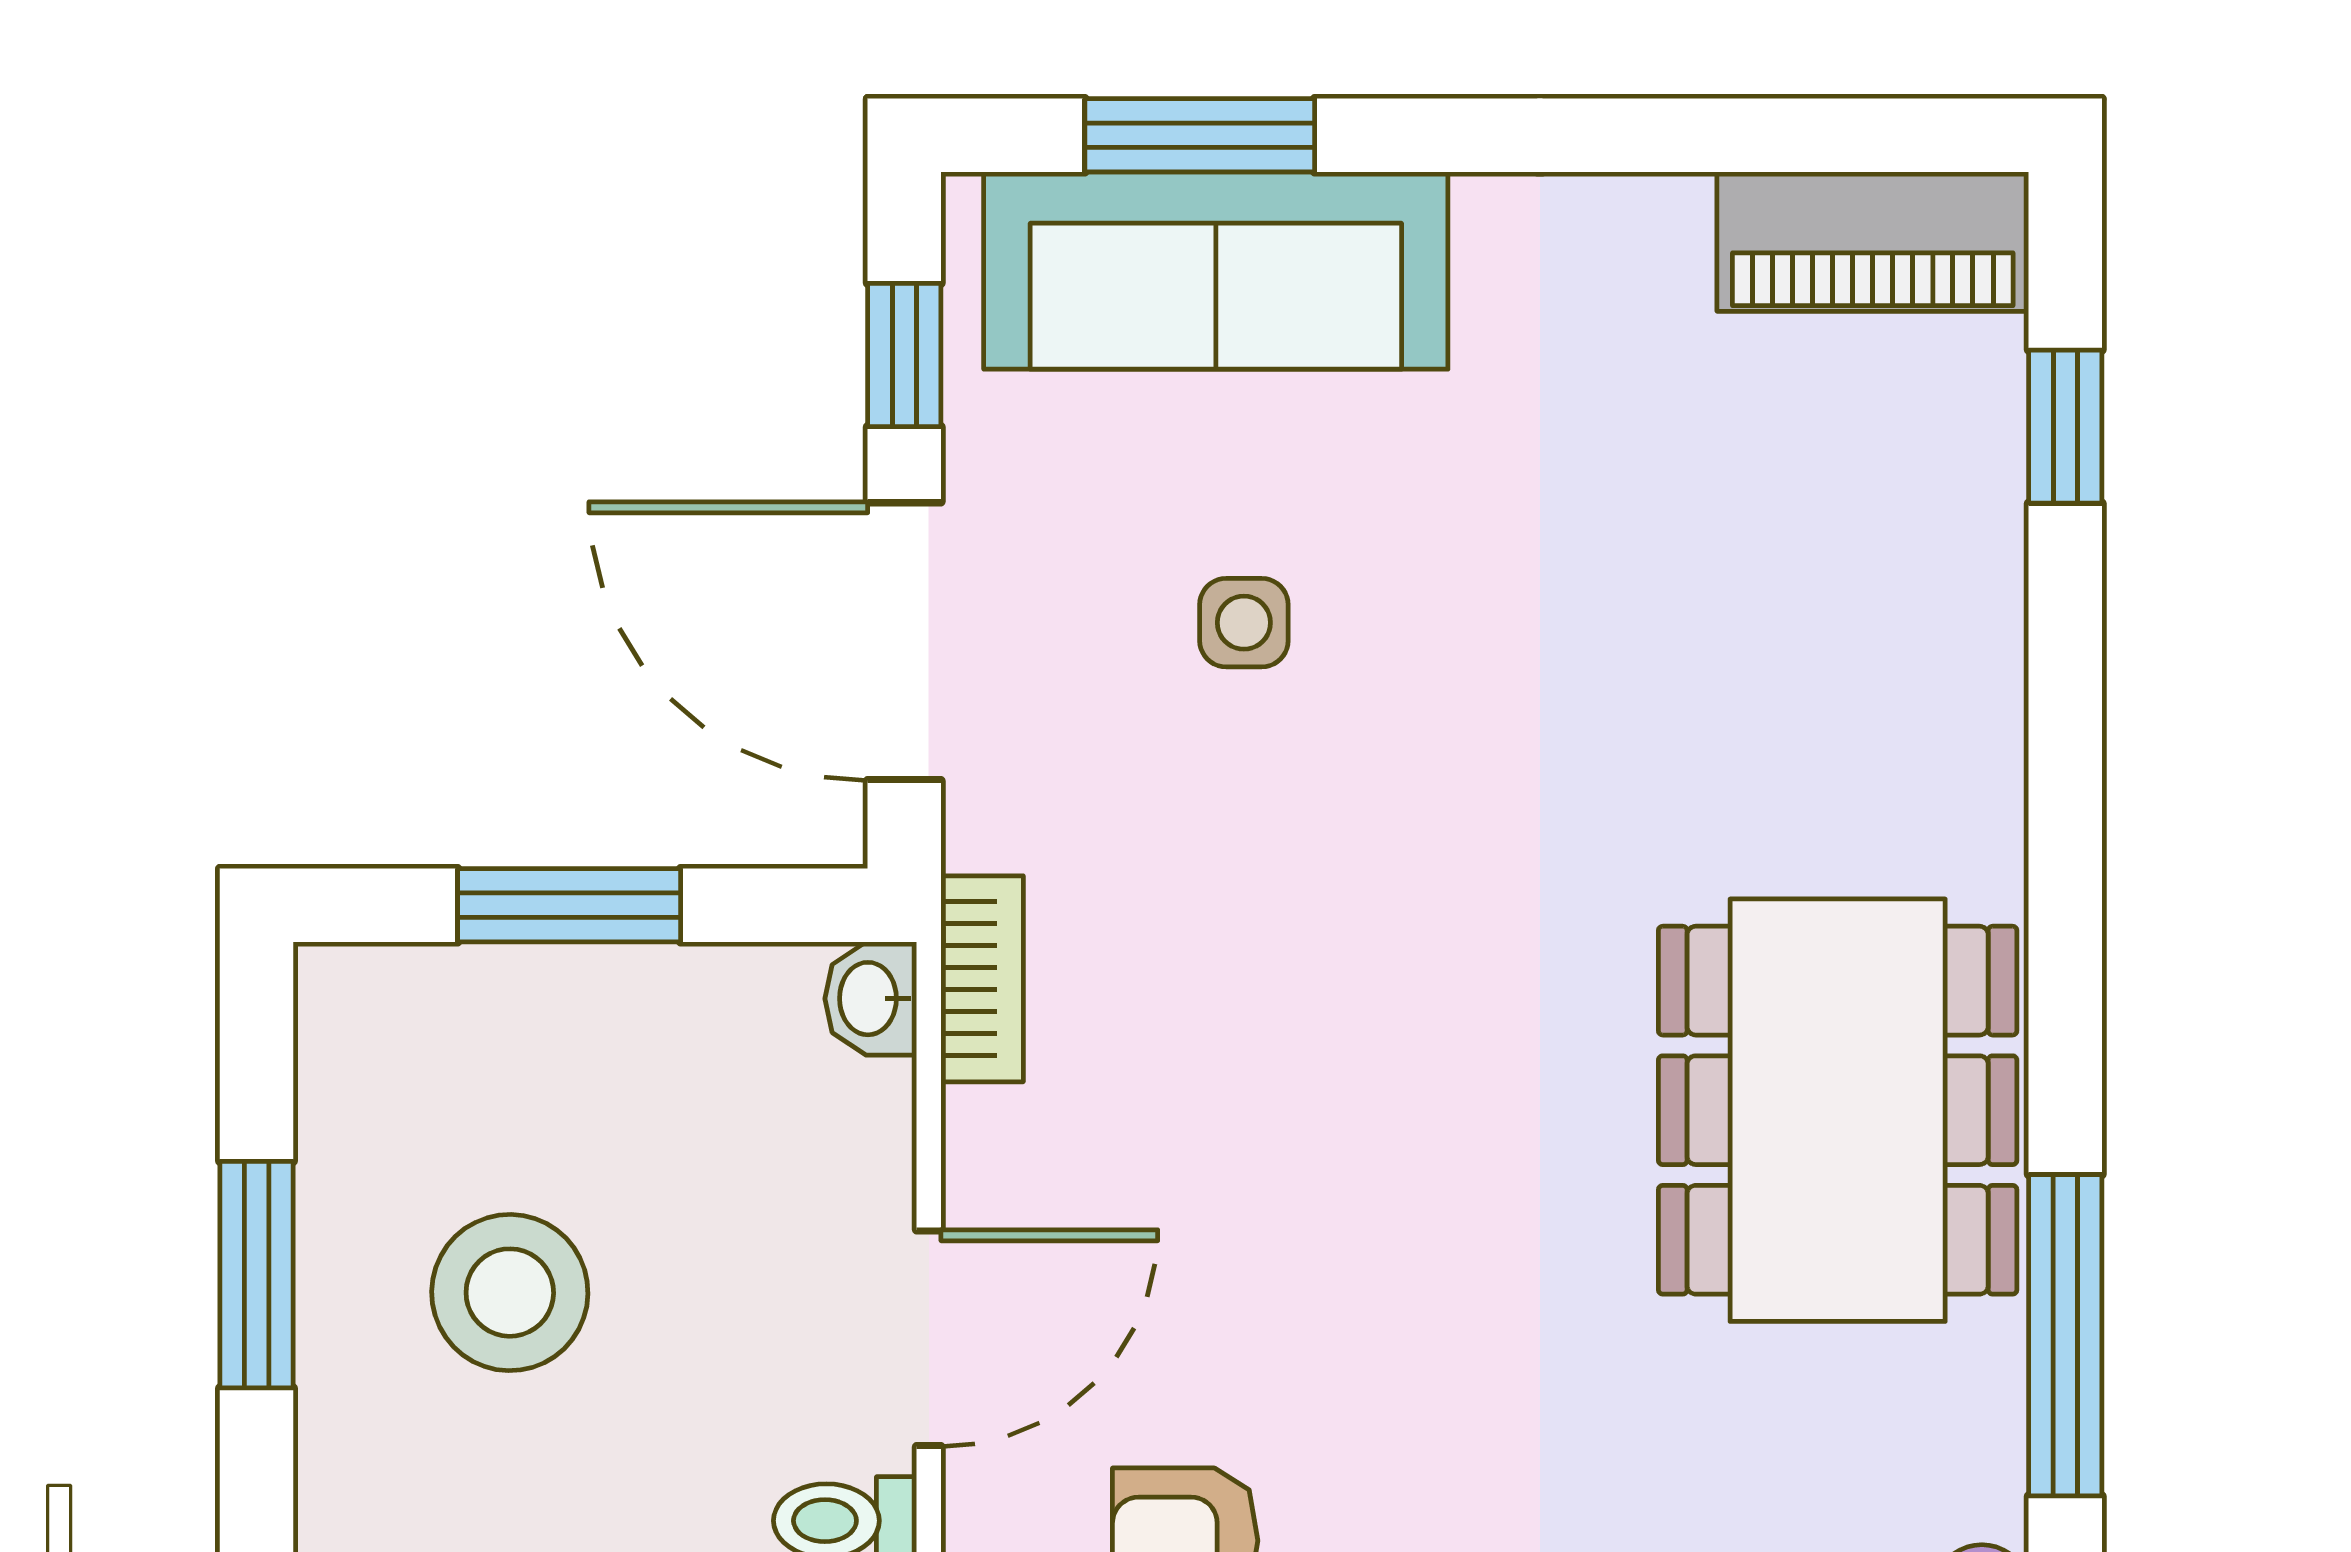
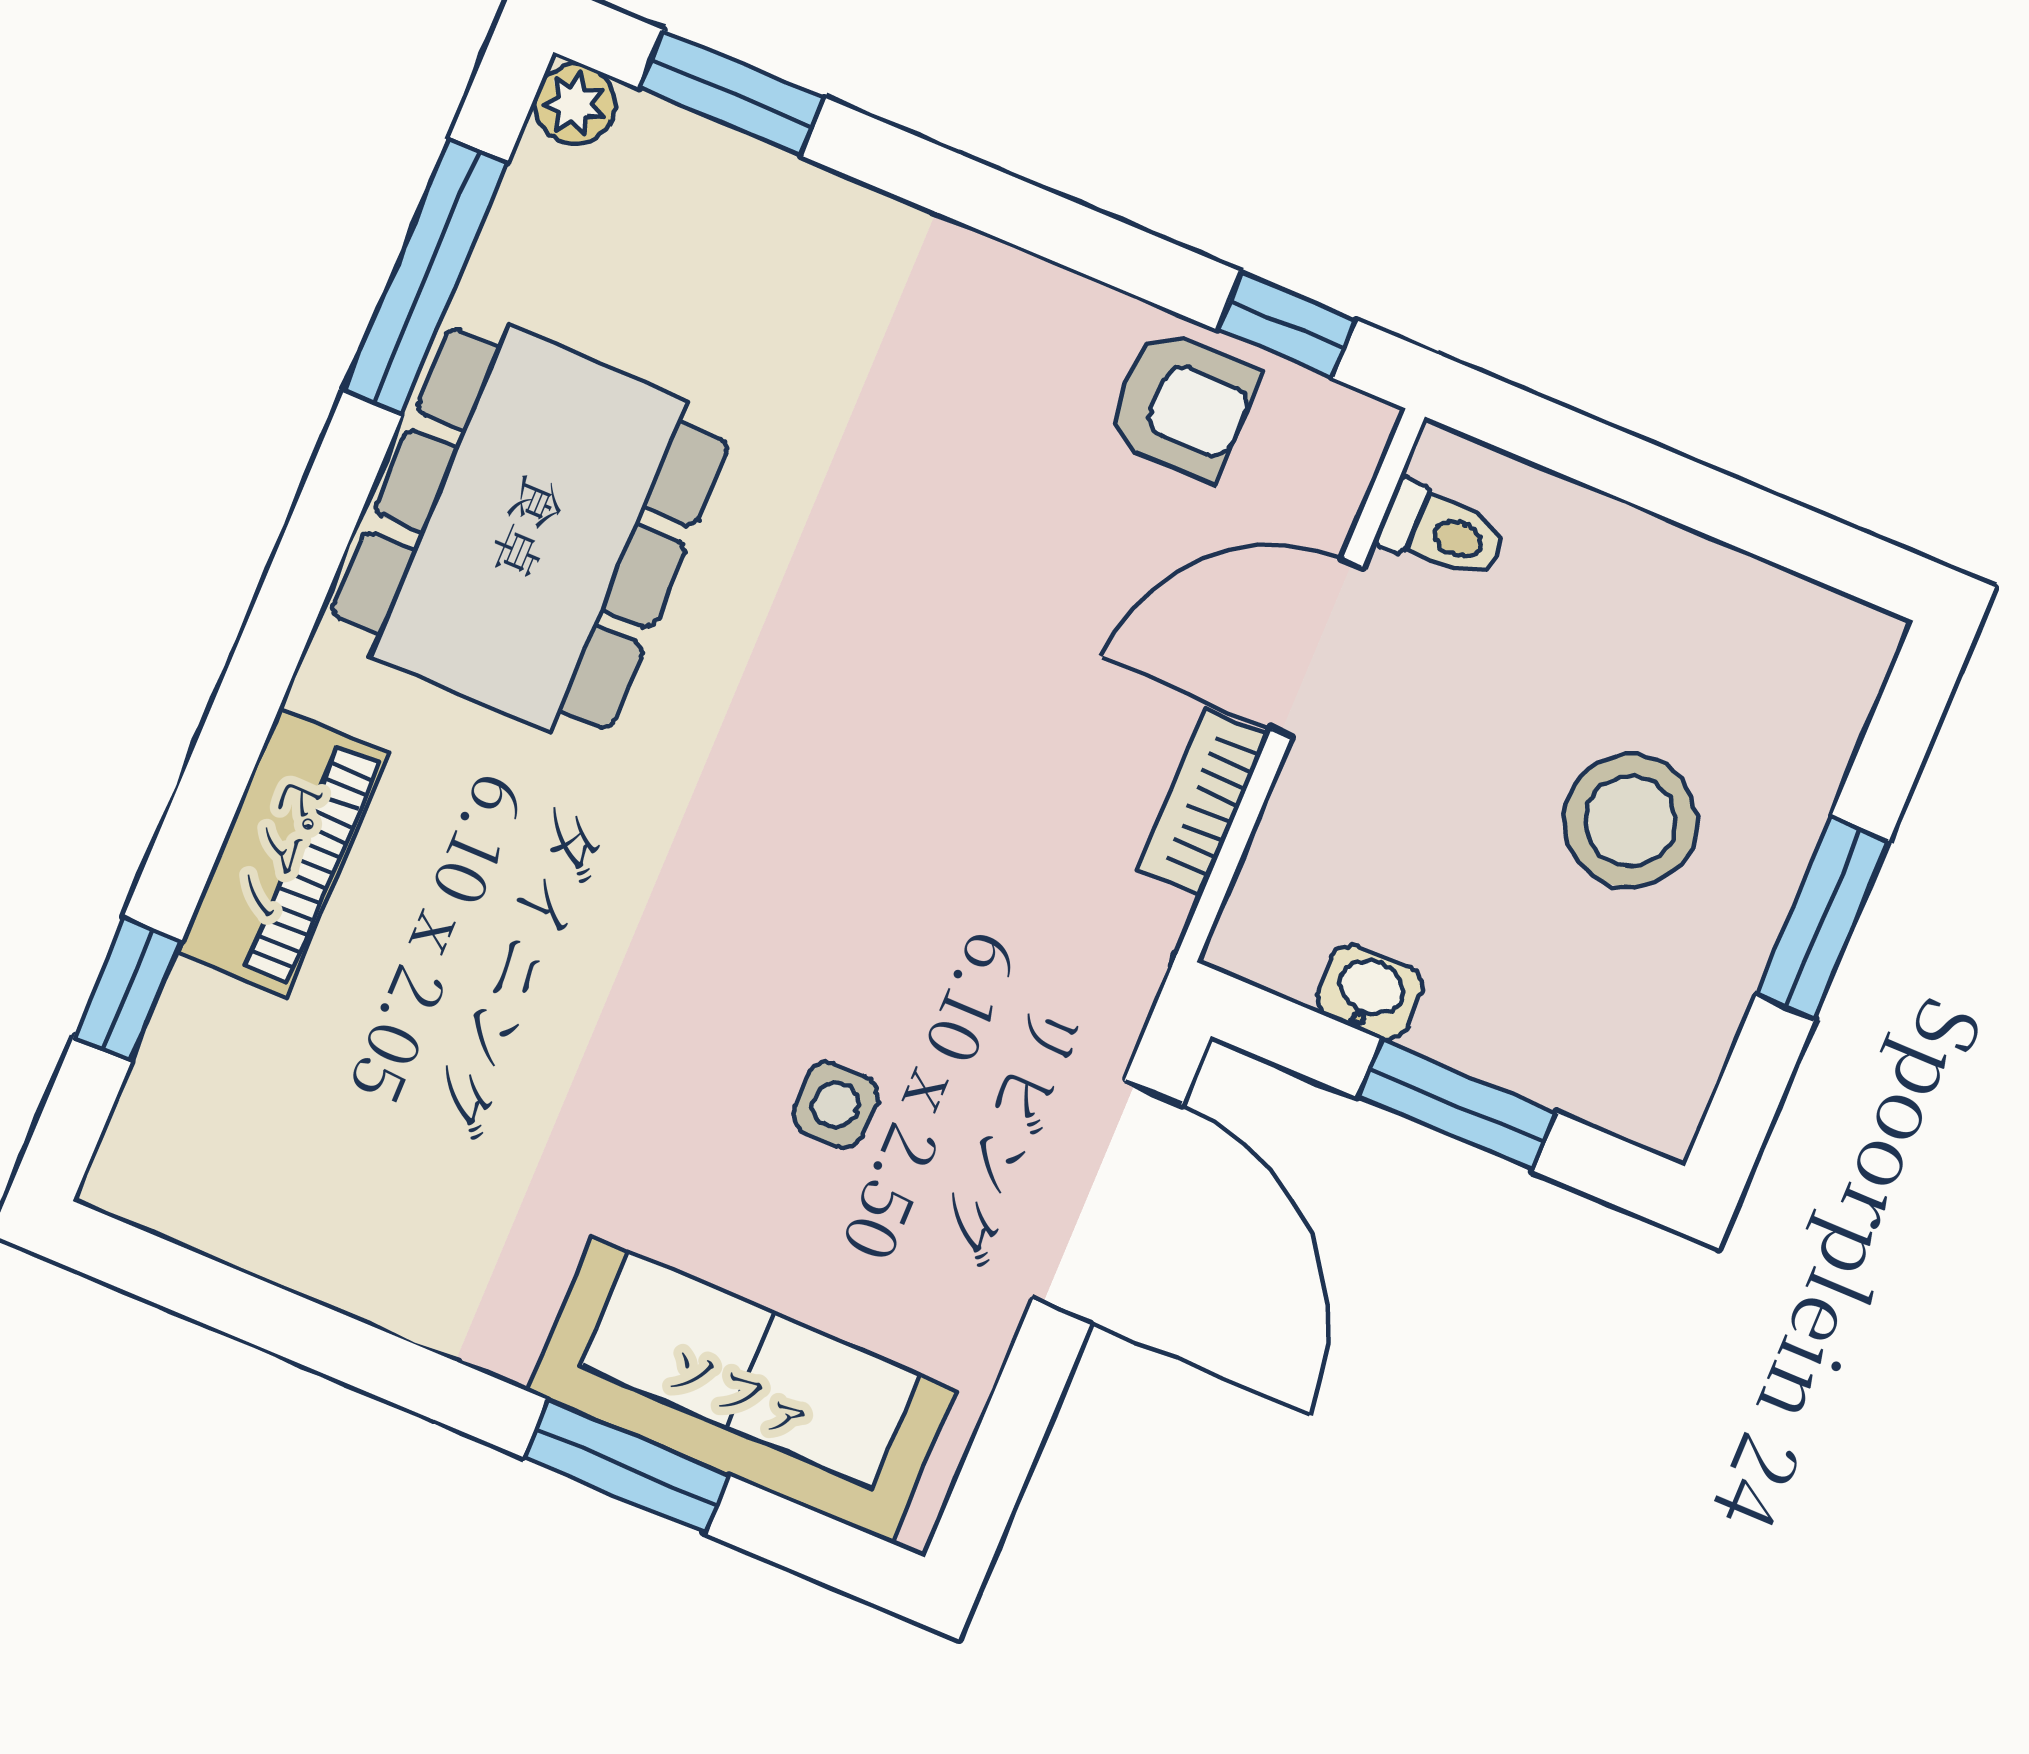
window: (1200, 135) -> (626, 1466), moved
piano: (1873, 242) -> (283, 852), moved, turned 90
window: (904, 355) -> (1014, 1426), removed
bookcase: (982, 979) -> (1203, 802), moved
washbasin: (871, 999) -> (1369, 992), moved, turned -90

